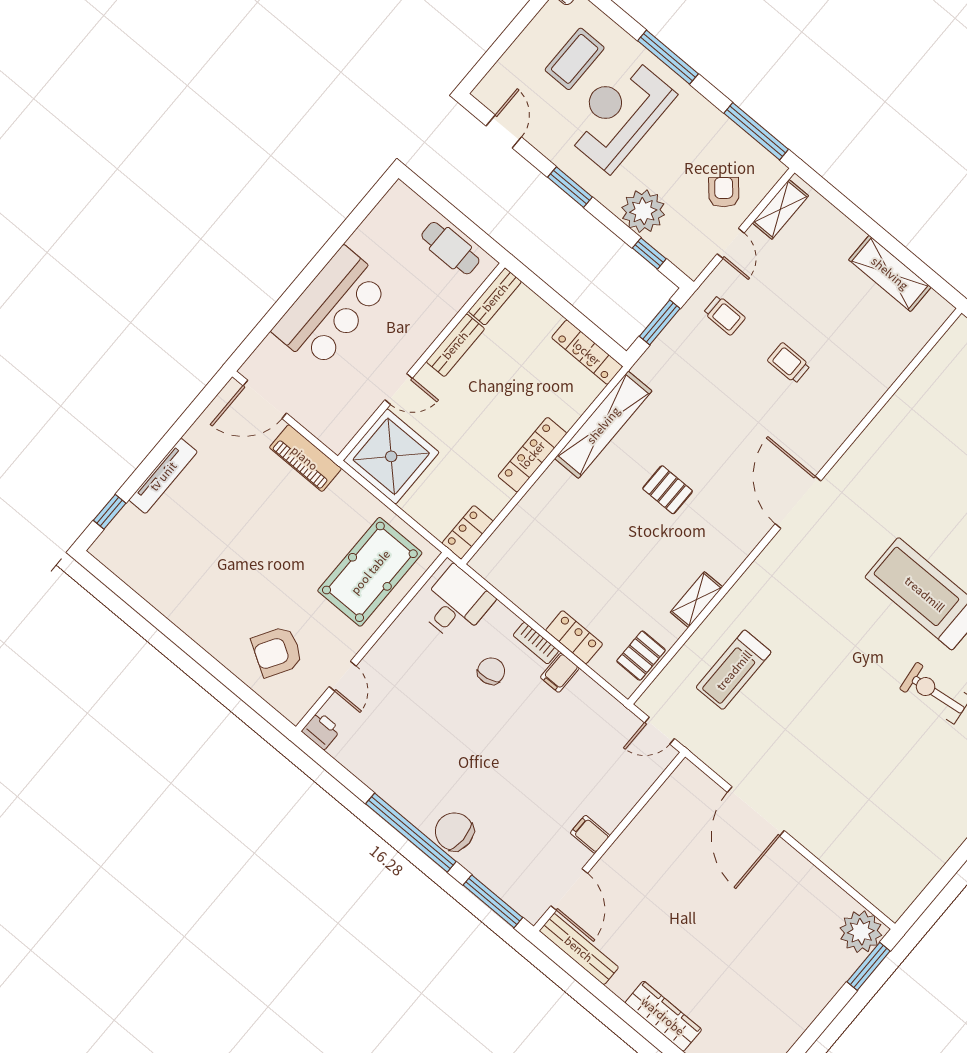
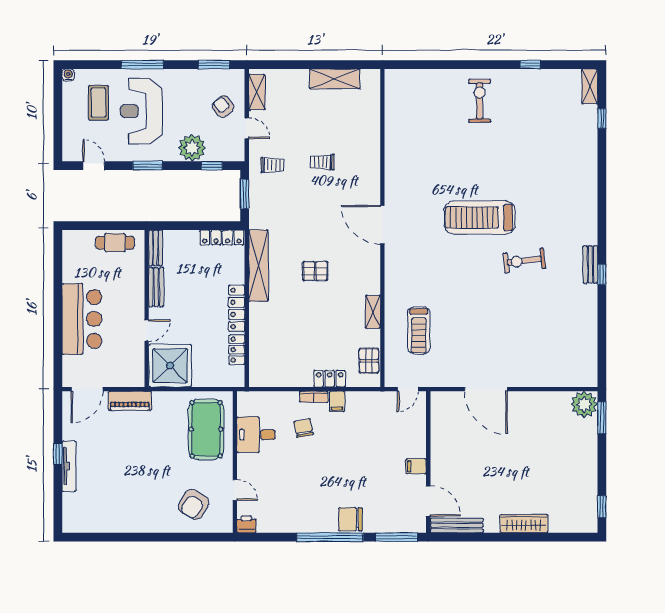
window: (756, 131) -> (214, 65), width x0.69
window: (110, 512) -> (58, 454), moved
locker: (467, 532) -> (237, 350), moved
desk: (456, 604) -> (256, 435), moved, turned -90

